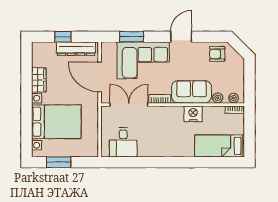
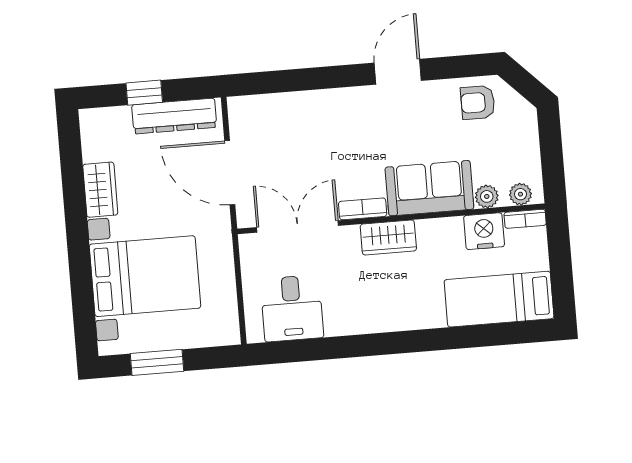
window: (132, 37) -> (291, 81), removed
corner sofa: (143, 60) -> (320, 129), removed
wardrobe: (171, 113) -> (388, 237), added
nightstand: (193, 114) -> (484, 231), moved

